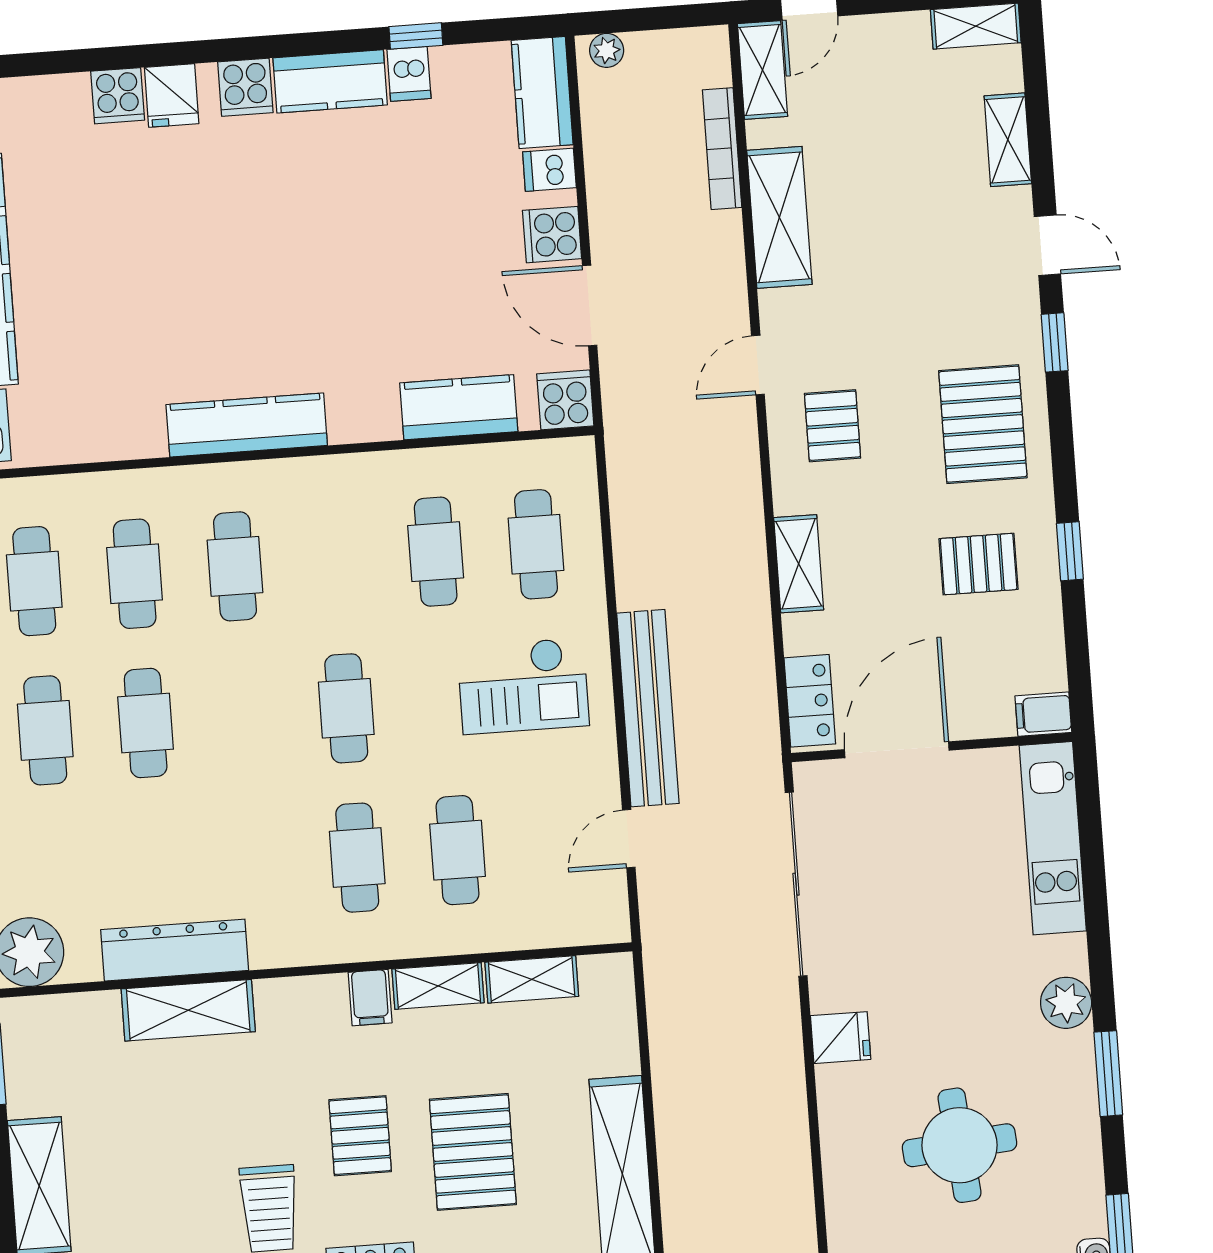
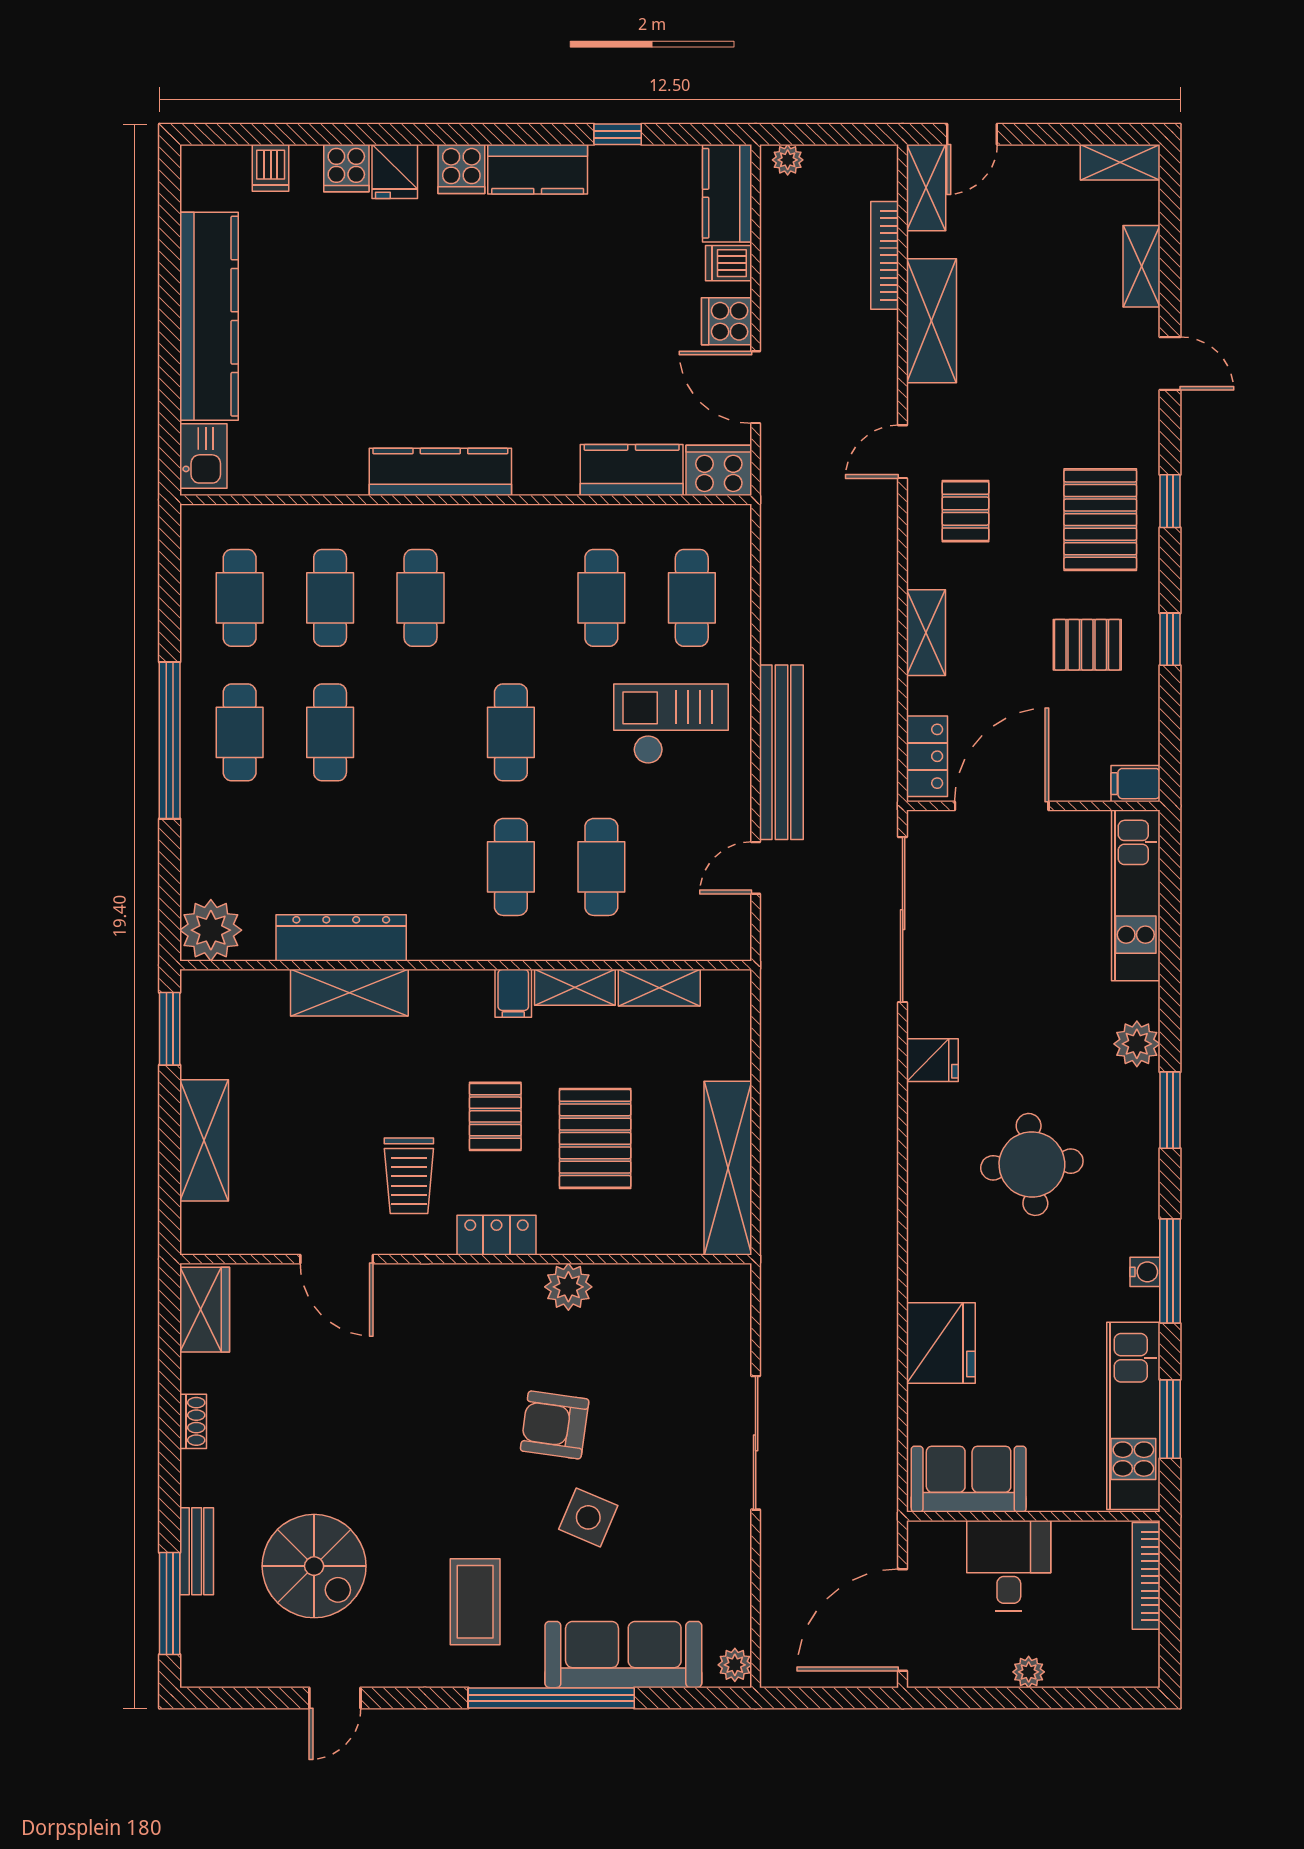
dishwasher: (409, 74) -> (271, 168), moved
window: (1055, 342) -> (1170, 501), moved
cooker: (565, 400) -> (719, 470), width x1.36
checkout: (523, 686) -> (671, 724), turned 180

